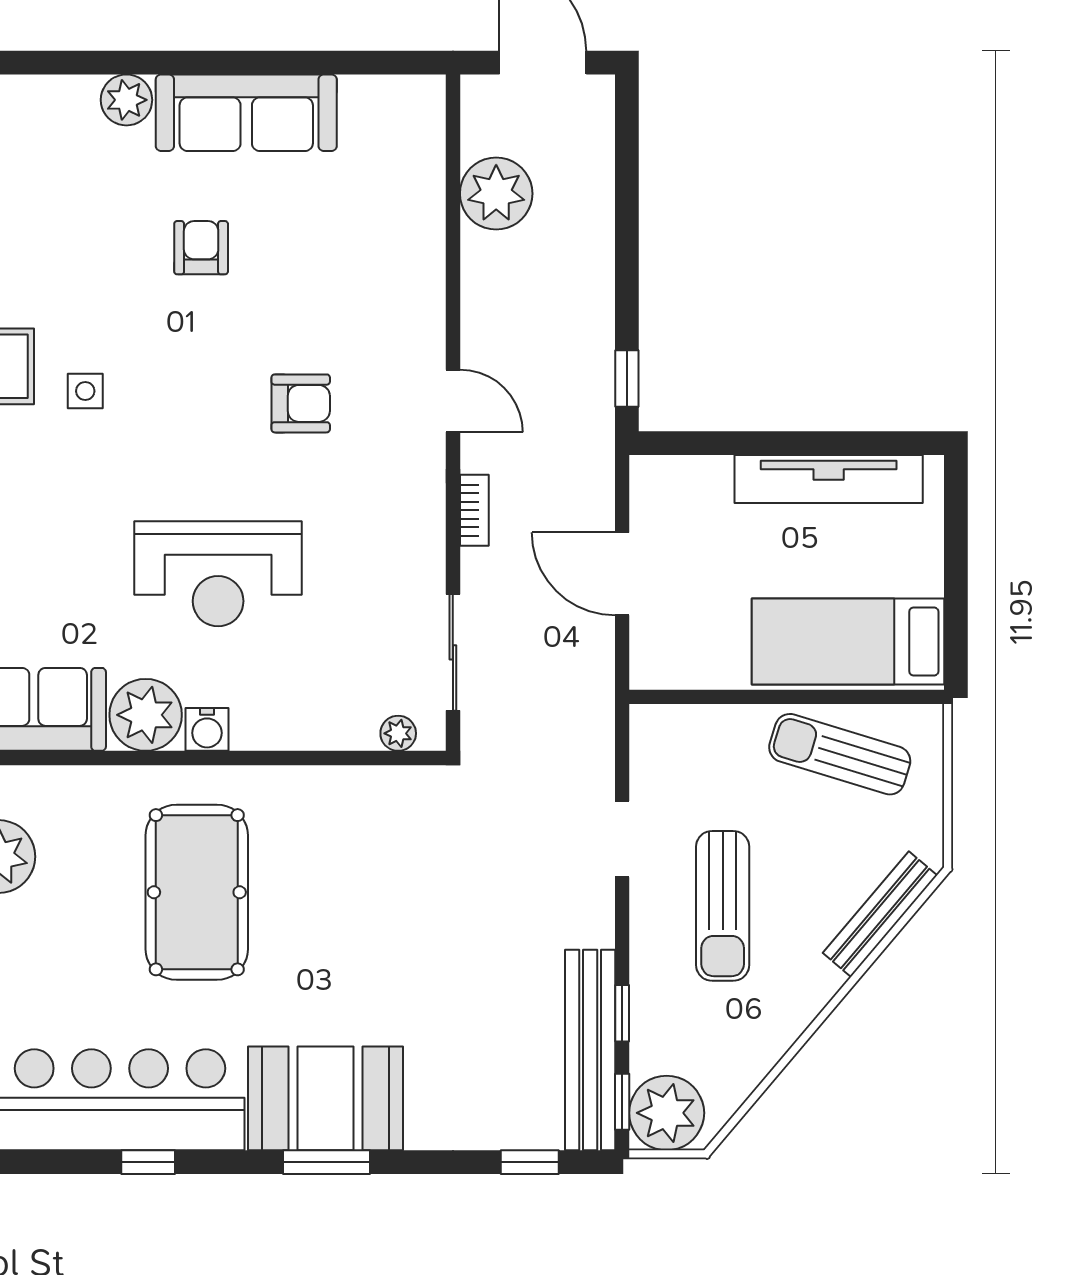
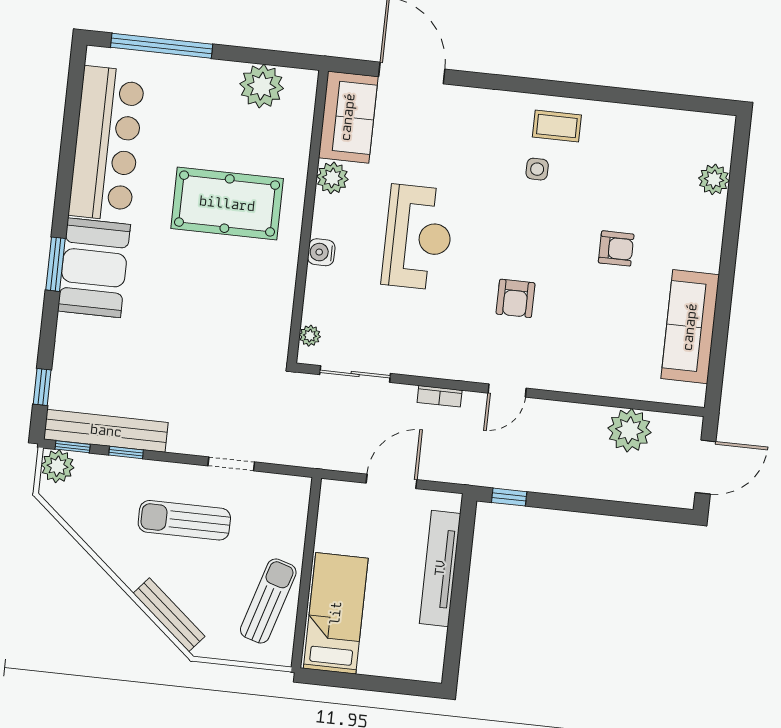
plant: (126, 100) -> (714, 179), moved
sofa: (246, 113) -> (690, 327), moved
tv unit: (829, 479) -> (440, 568), moved
reception desk: (218, 574) -> (418, 237), turned 180
plant: (146, 715) -> (332, 178), width x0.73, depth x0.73
water cooler: (207, 729) -> (321, 252), moved
plant: (667, 1113) -> (58, 466), width x0.73, depth x0.73
window: (148, 1162) -> (67, 156), removed

